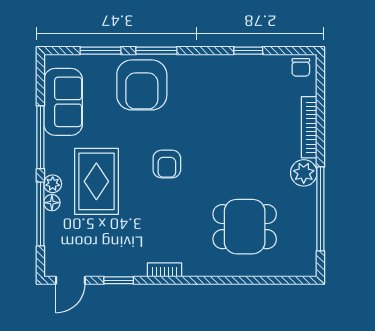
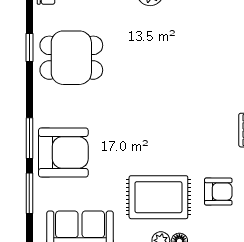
armchair: (167, 164) -> (218, 192), moved
dining table: (245, 227) -> (71, 58), moved, turned 90

